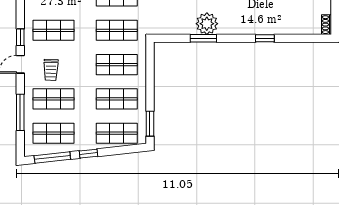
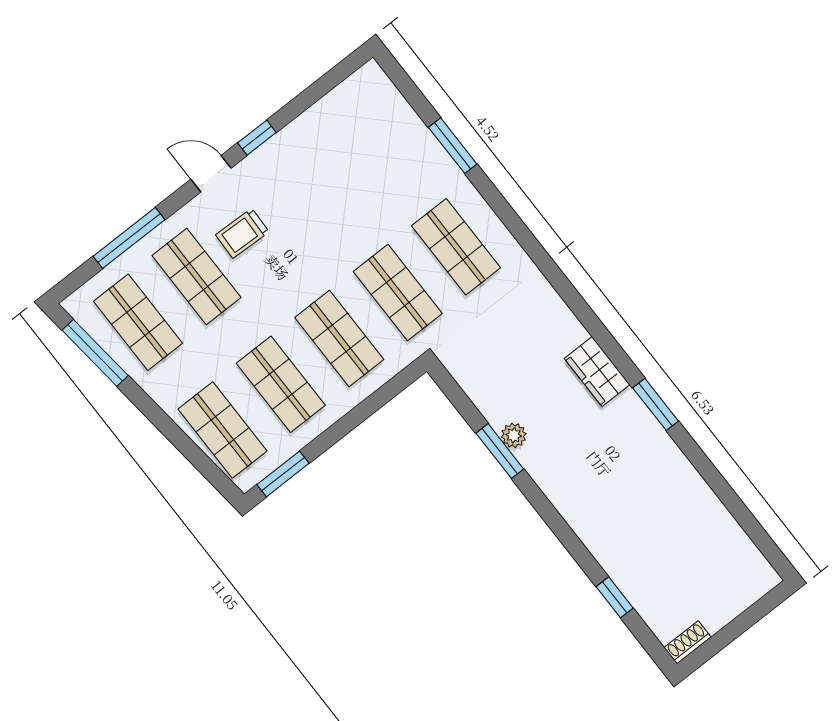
plant: (207, 24) -> (514, 435), width x0.53, depth x0.53
shop shelf: (53, 30) -> (313, 185), removed
window: (265, 38) -> (615, 597), moved
window: (89, 154) -> (150, 409), removed

